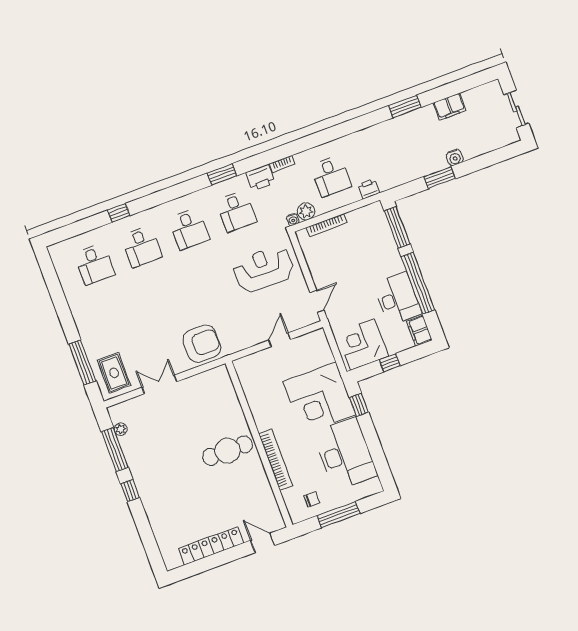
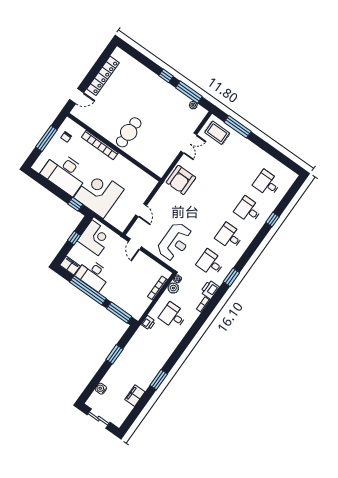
water cooler: (455, 157) -> (101, 389), moved

